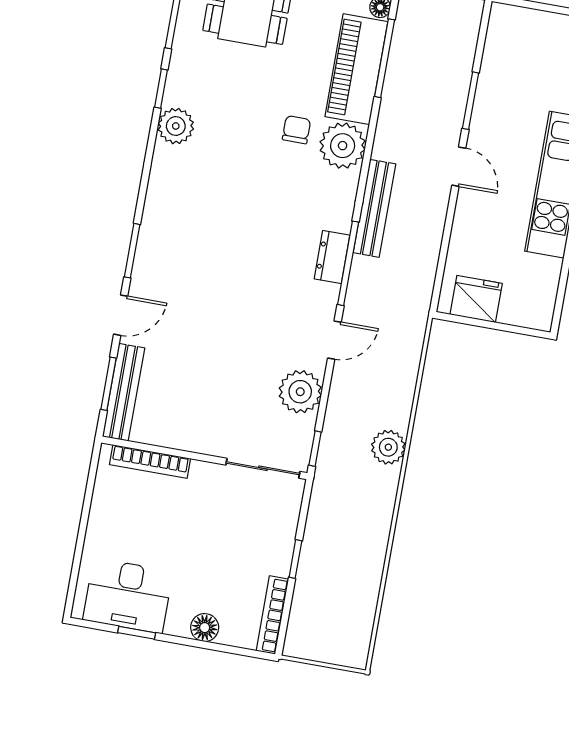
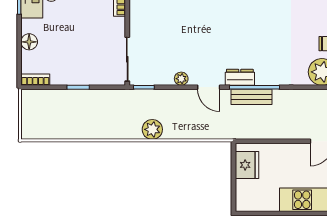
bench: (374, 208) -> (252, 97), moved, width x0.73
dresser: (332, 257) -> (240, 77), moved
plant: (300, 392) -> (181, 79), width x0.53, depth x0.53
bookcase: (272, 615) -> (35, 80), width x0.64

